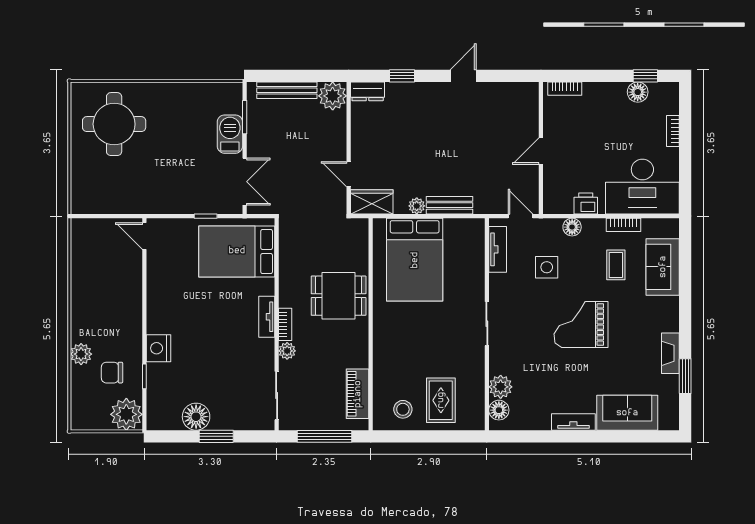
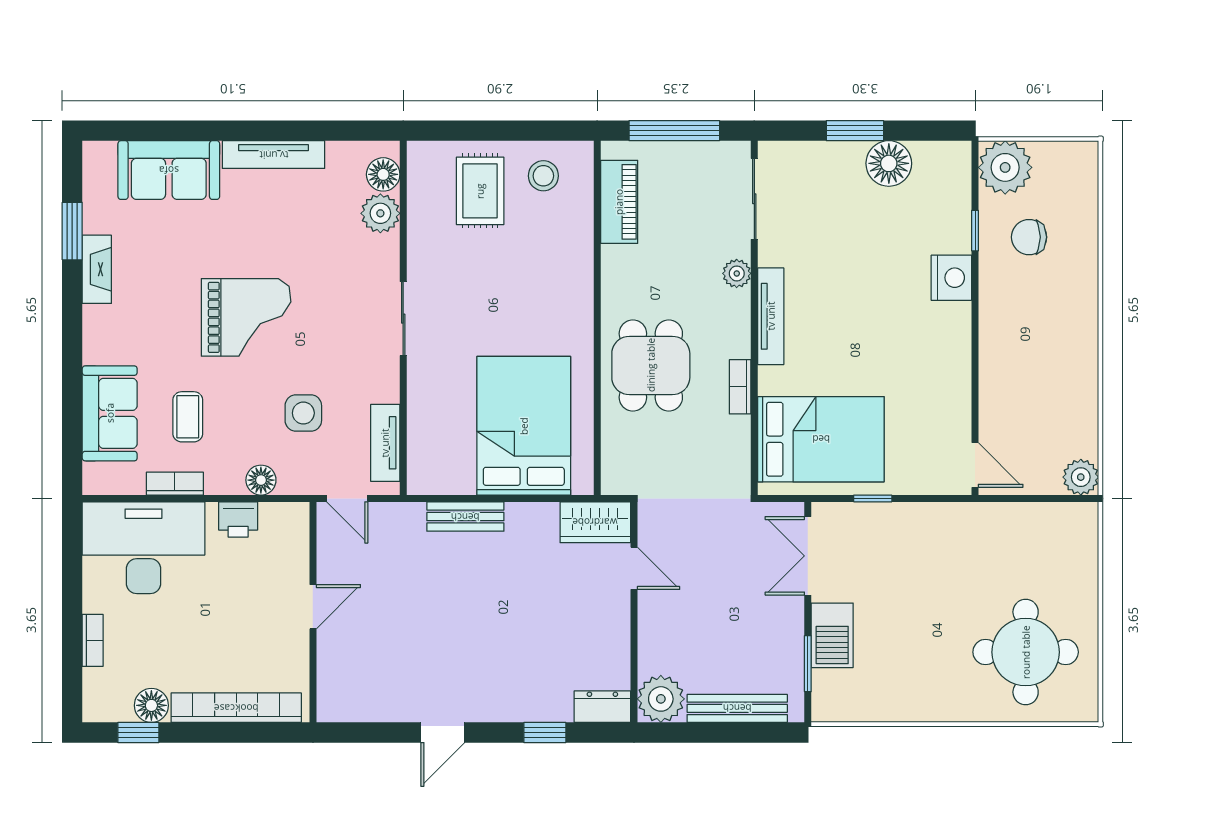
bookcase: (565, 89) -> (236, 708), width x2.31, depth x1.31
plant: (417, 206) -> (520, 515), removed
dining table: (339, 296) -> (651, 365), turned 90
tv unit: (267, 317) -> (771, 316), width x1.41
bookcase: (285, 324) -> (740, 387), moved
plant: (81, 354) -> (1081, 477), moved
chair: (112, 373) -> (1029, 237), turned 180
tv unit: (573, 422) -> (274, 155), width x1.41

